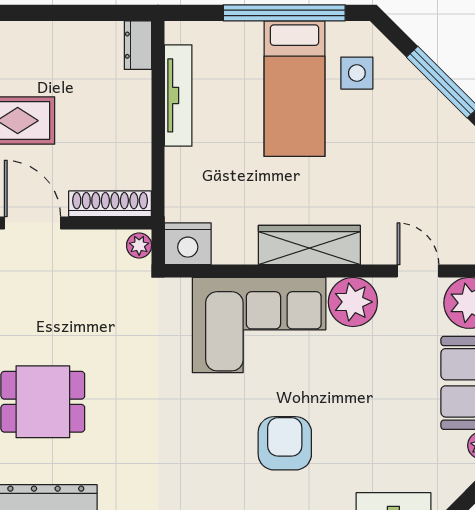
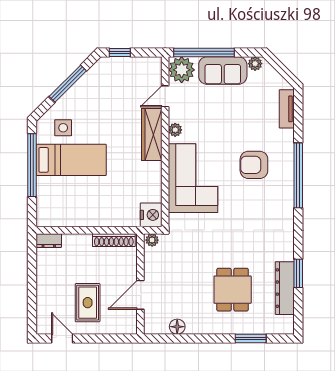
tv unit: (178, 95) -> (75, 220), removed
shoe rack: (110, 204) -> (114, 240), moved, turned -90
wardrobe: (309, 245) -> (152, 134), moved
plant: (353, 302) -> (175, 130), width x0.53, depth x0.53

